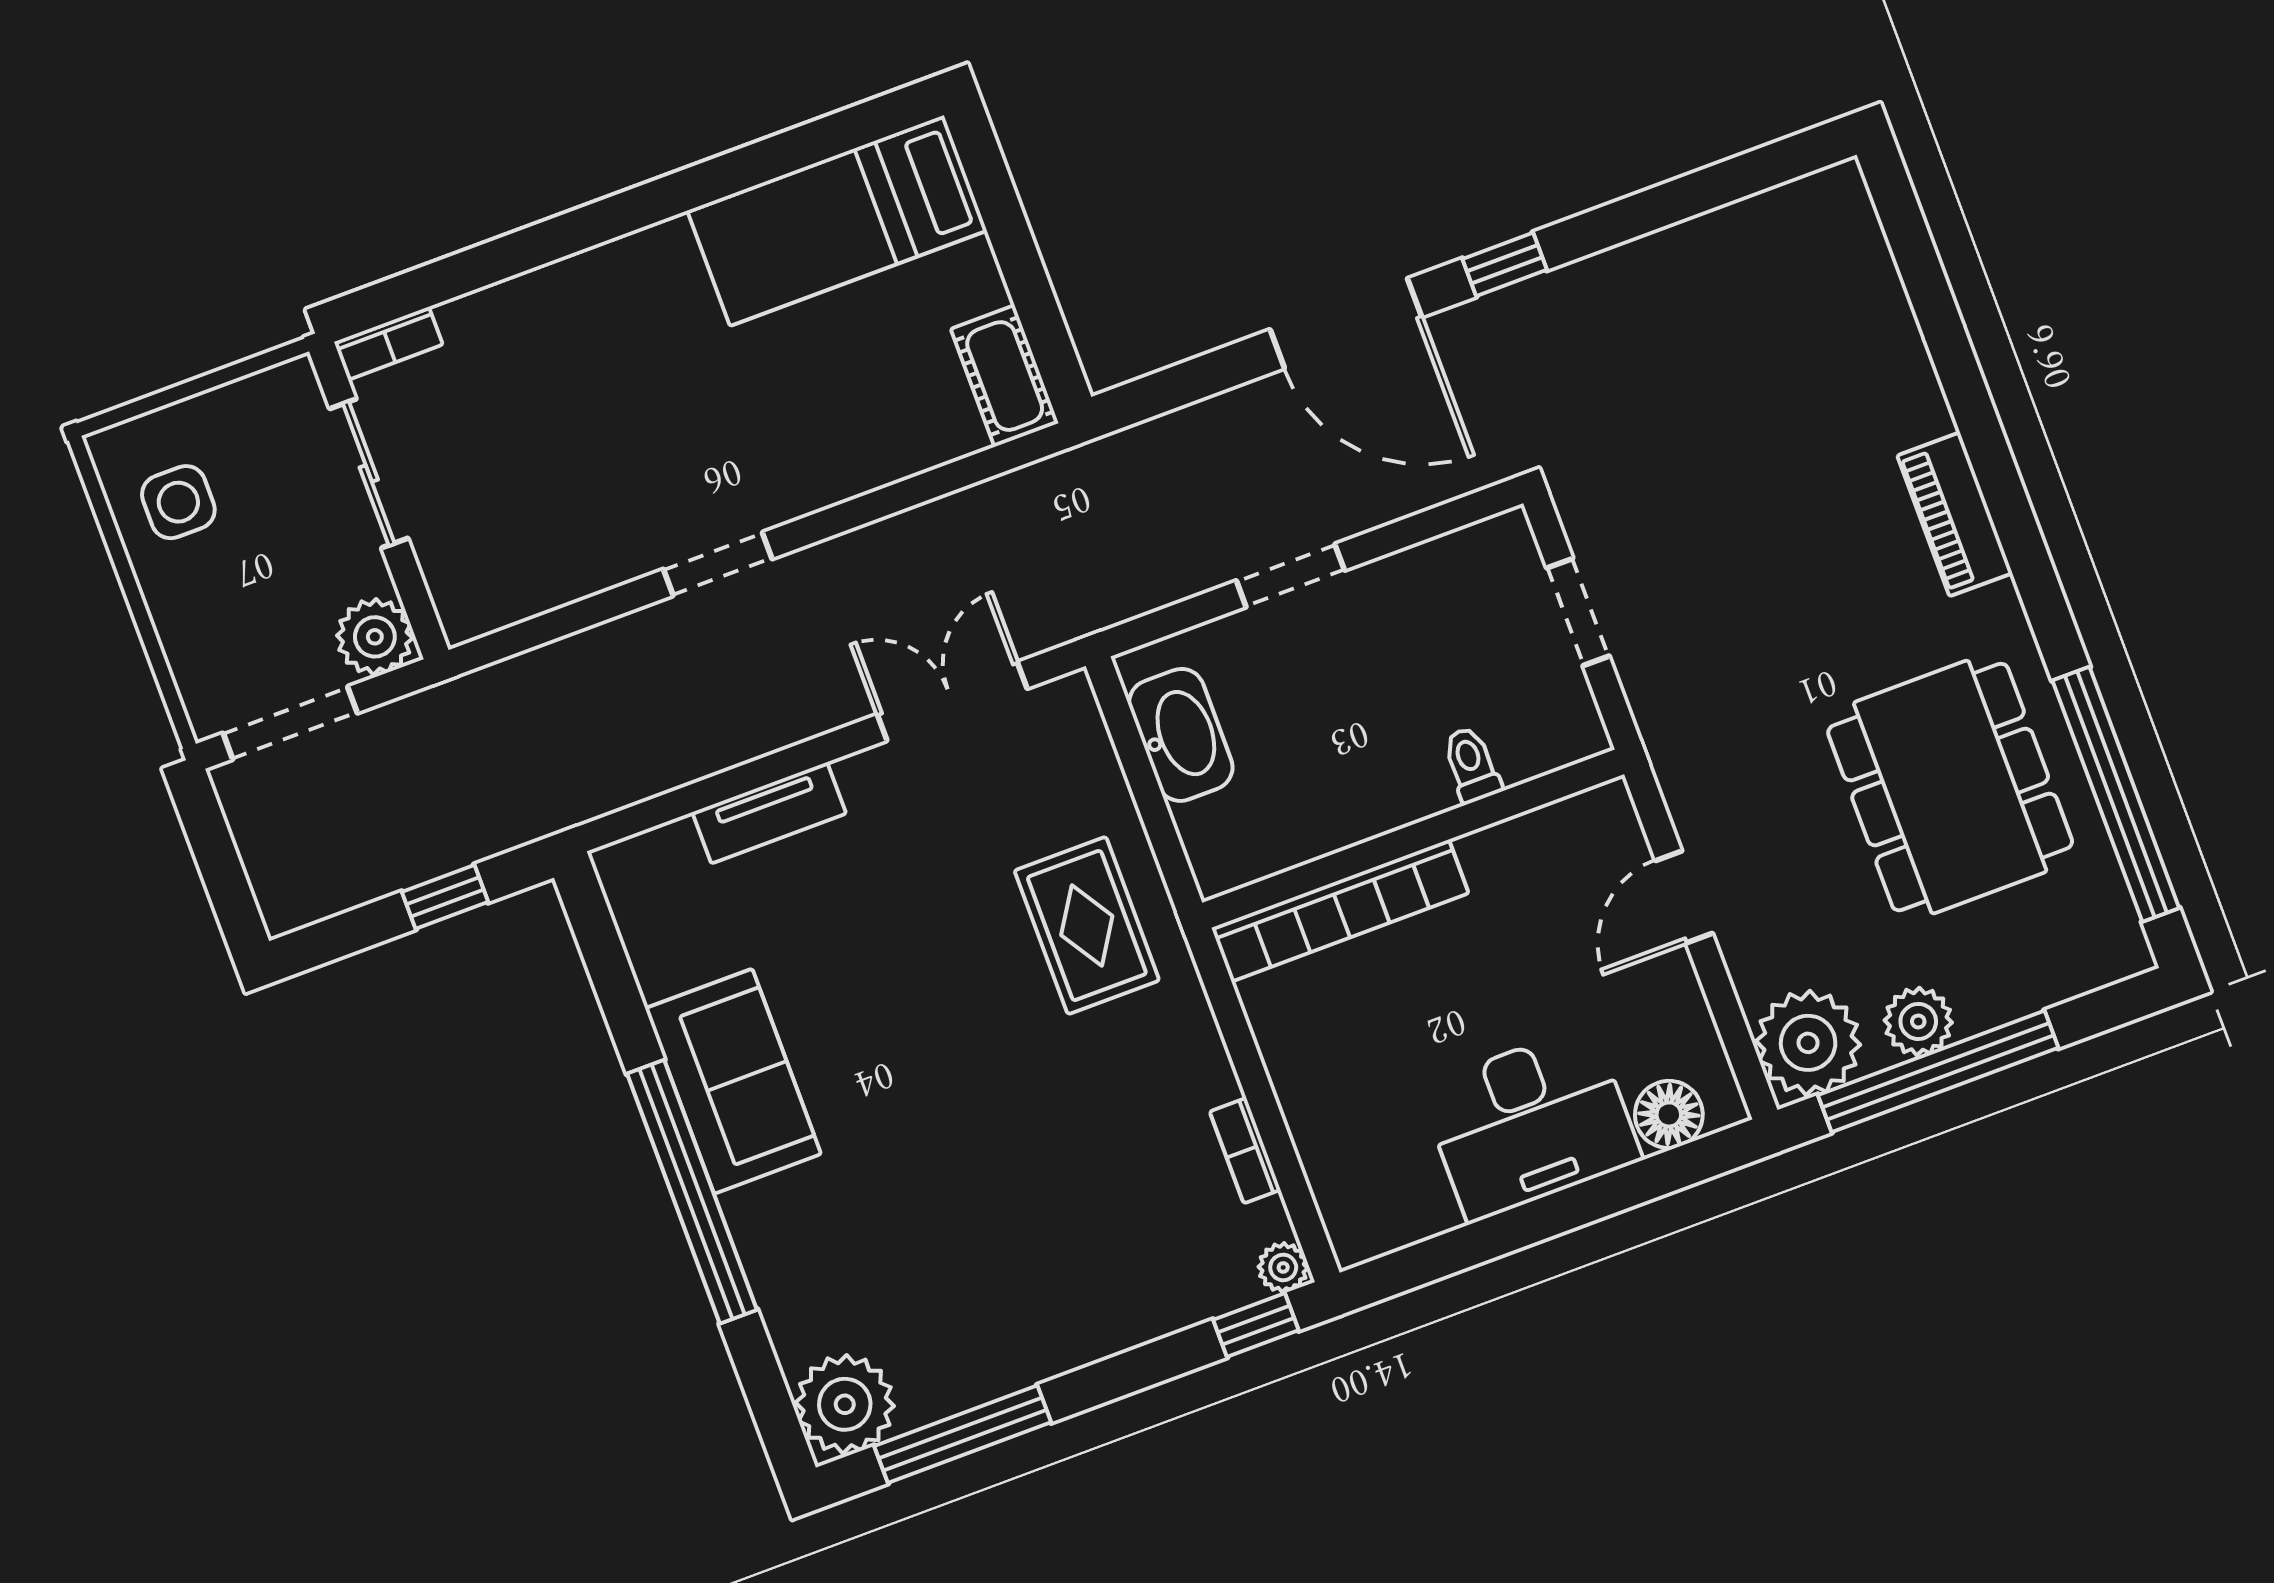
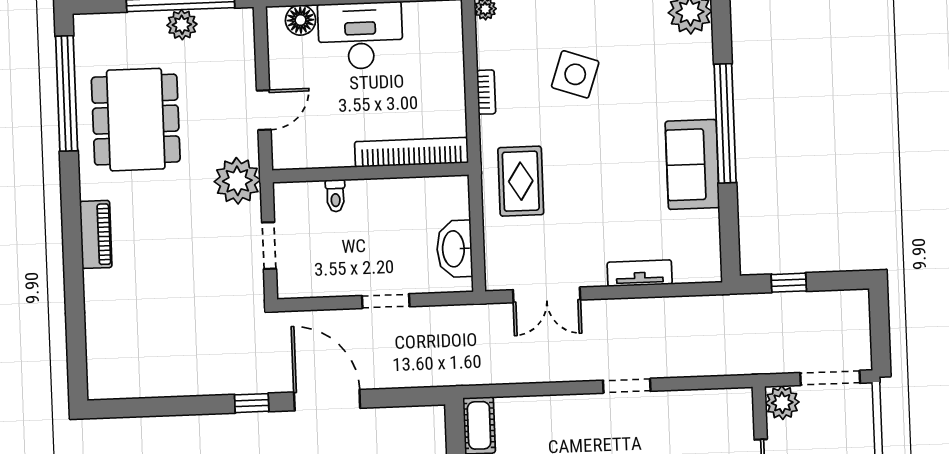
plant: (1808, 1043) -> (237, 181), moved
bookcase: (1245, 1151) -> (486, 92), moved
side table: (1046, 1191) -> (575, 74), added

